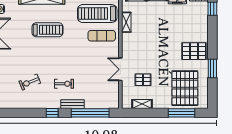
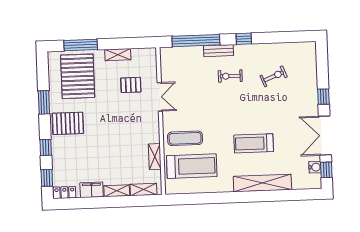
window: (212, 33) -> (46, 147), added
shelving: (142, 104) -> (118, 55), moved

